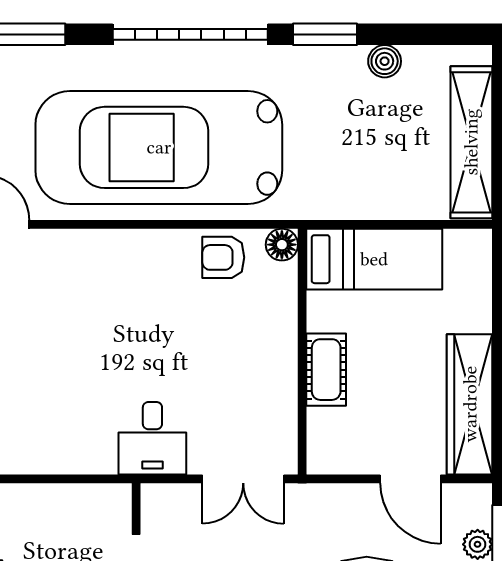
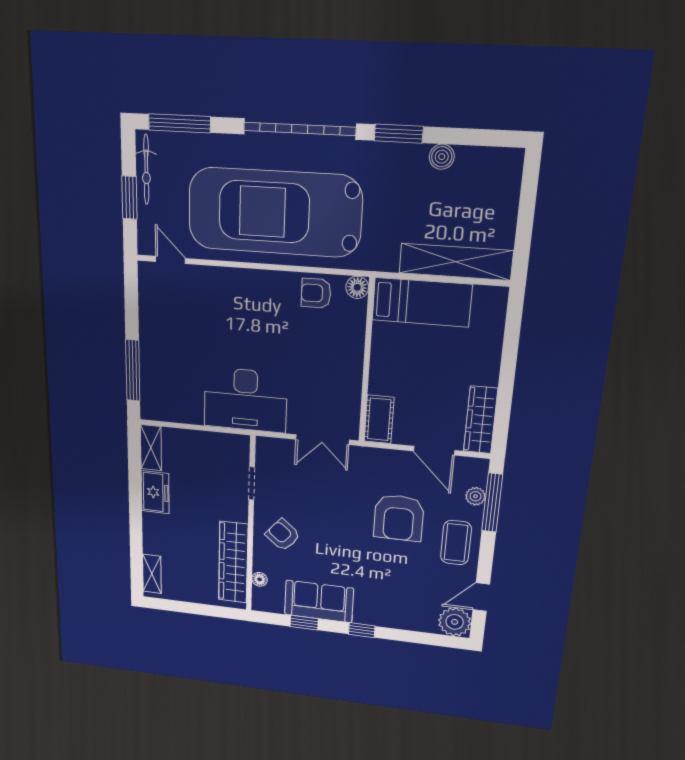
shelving: (471, 142) -> (456, 262), moved, turned 90
cot: (326, 370) -> (379, 419), moved
wardrobe: (470, 404) -> (481, 420), width x0.71, depth x0.85
desk: (152, 438) -> (245, 400), width x1.87, depth x1.30

